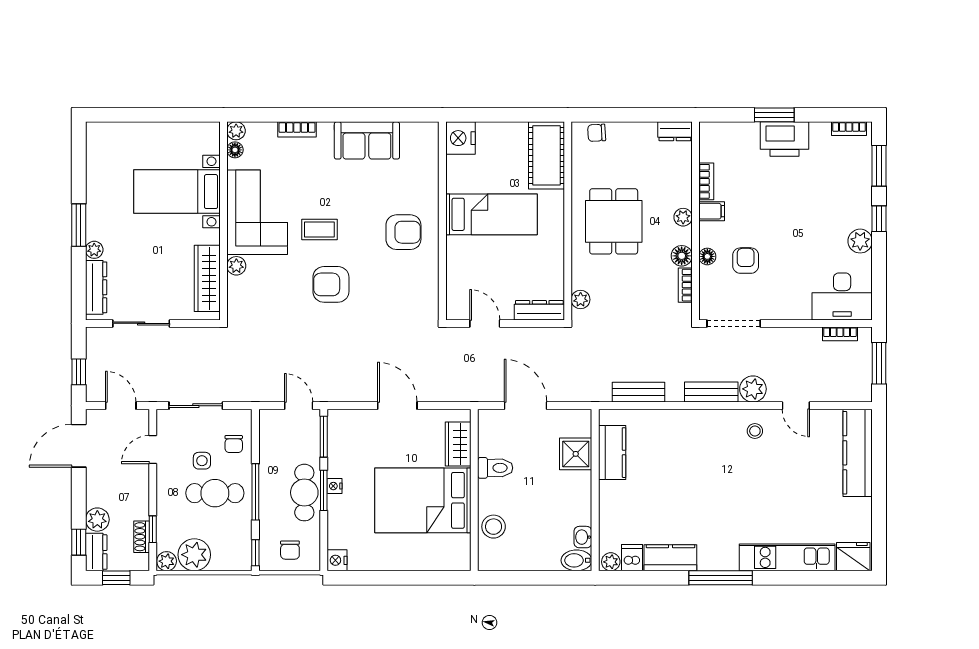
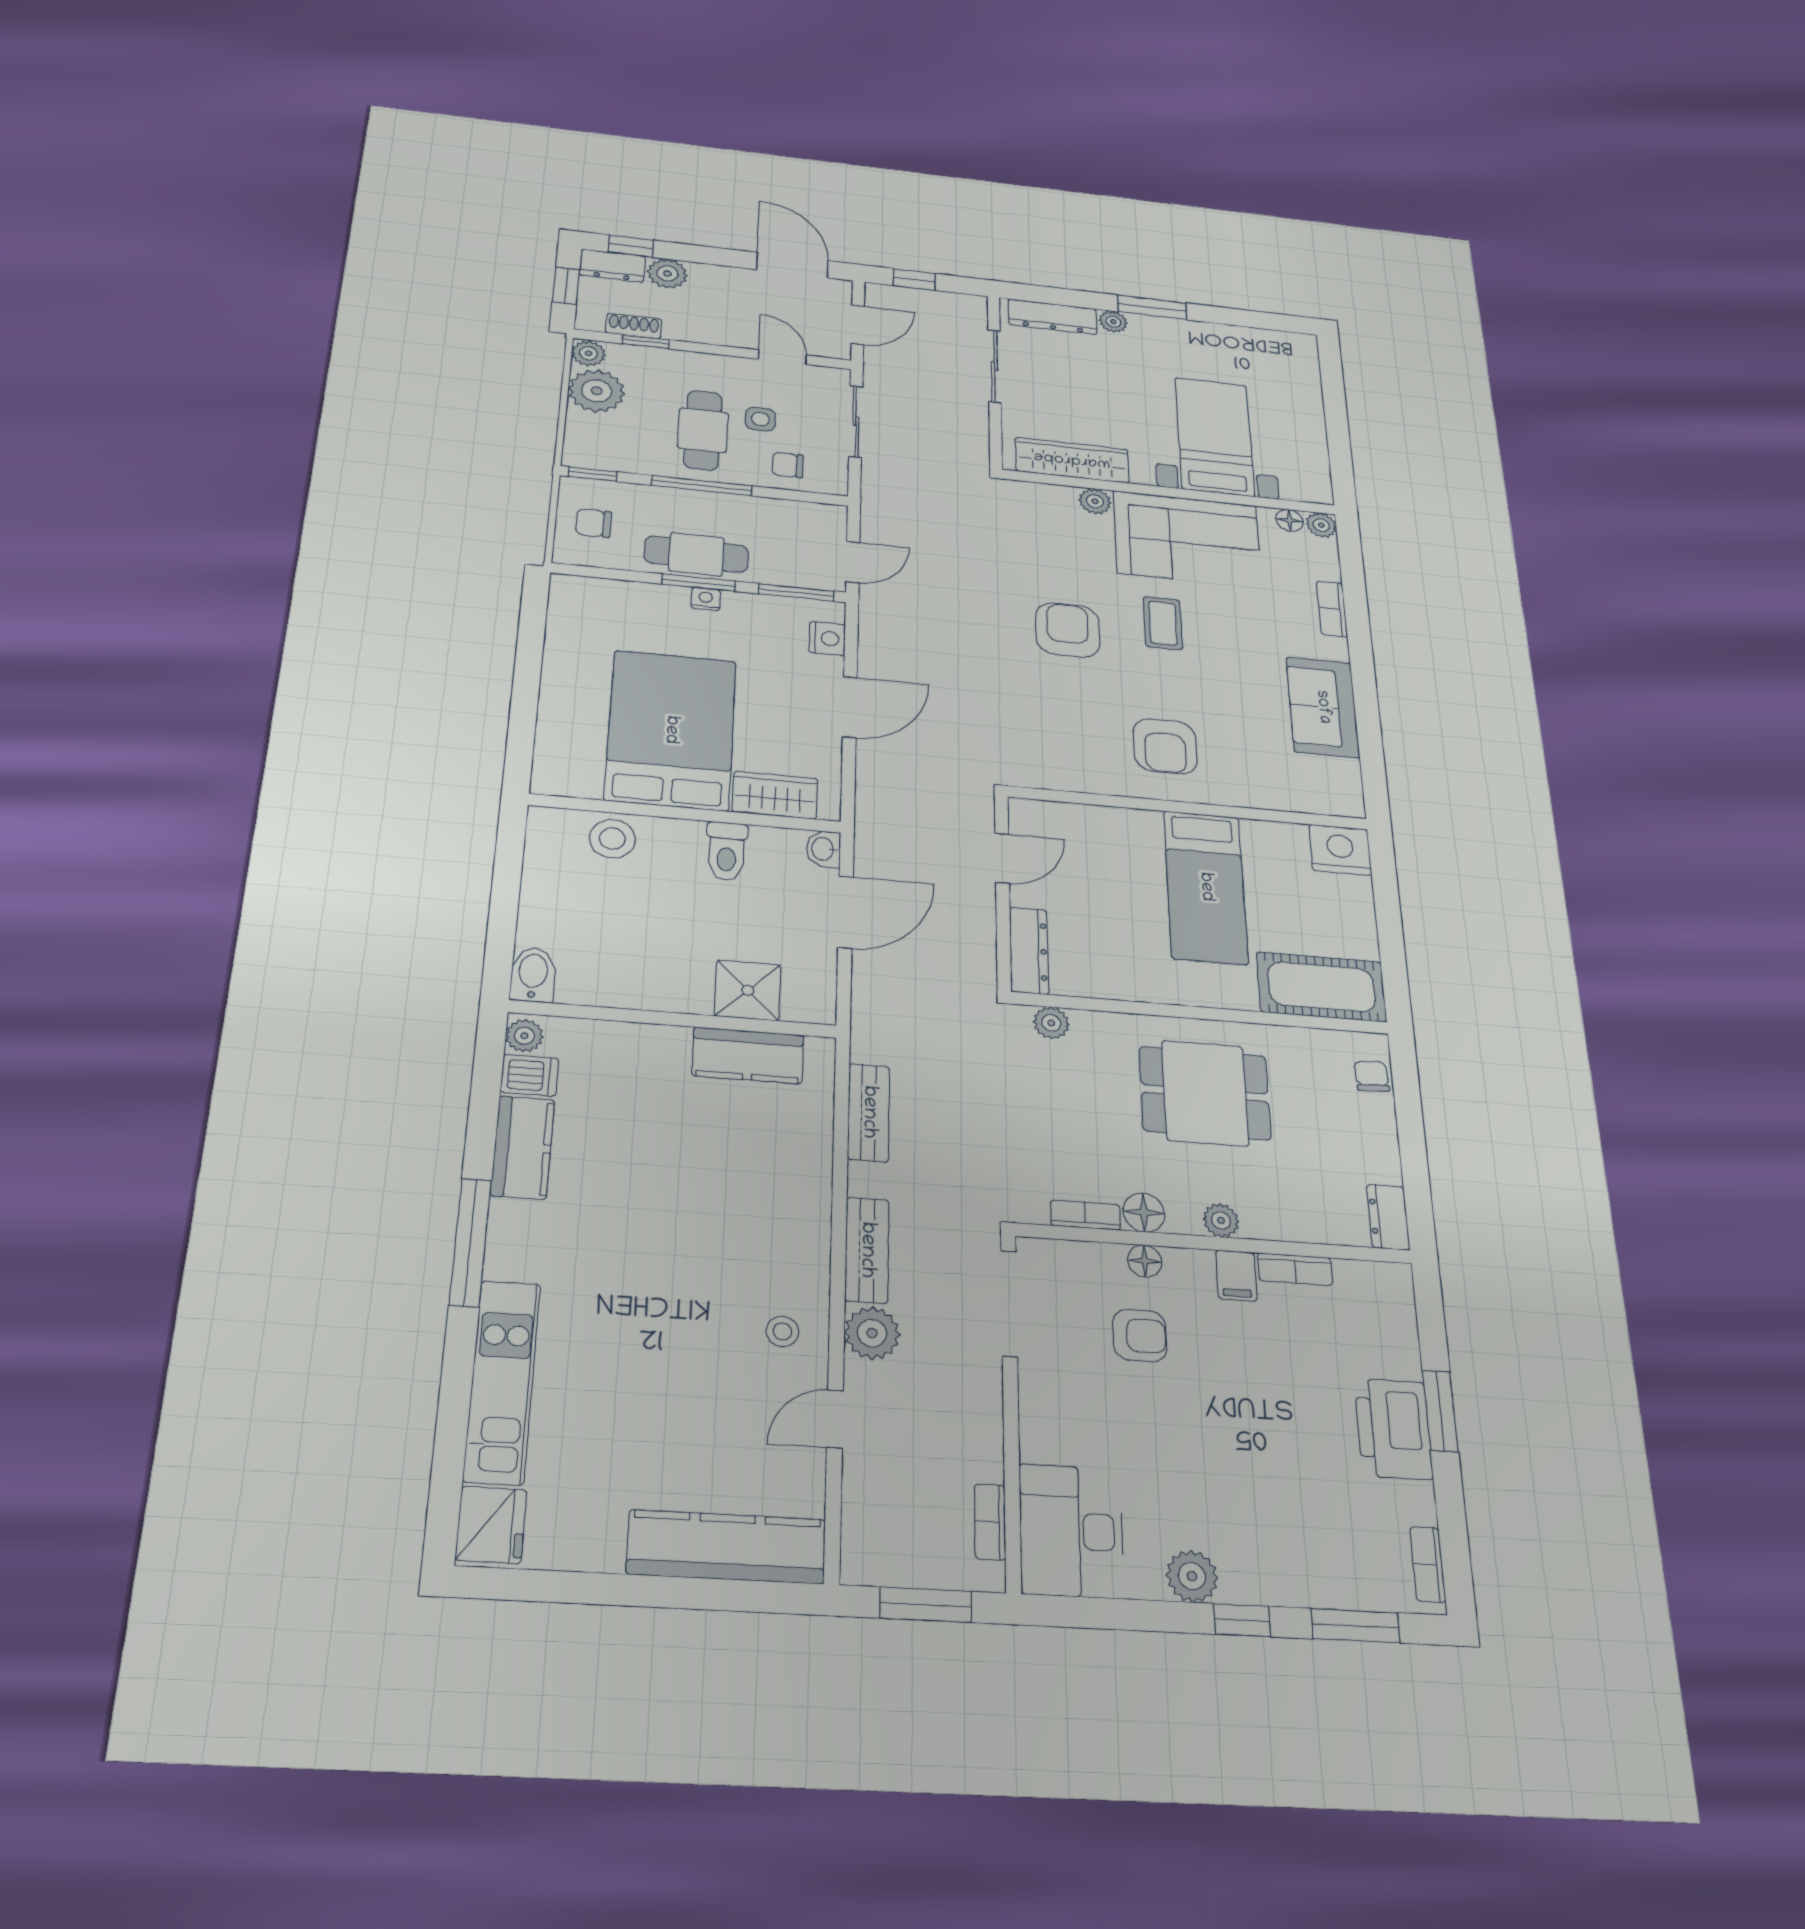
washbasin: (583, 537) -> (823, 849), moved, turned -90
nightstand: (337, 560) -> (827, 638), moved, turned 90

